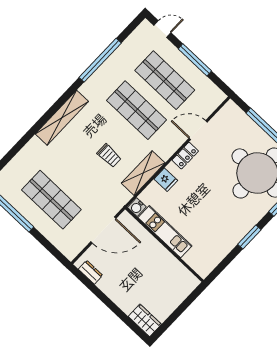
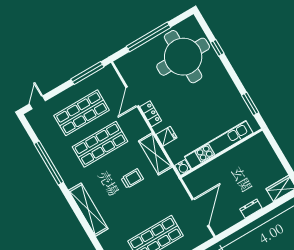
window: (195, 60) -> (87, 73), moved
door: (103, 230) -> (200, 212), moved
kitchen unit: (165, 232) -> (219, 145), width x1.36
window: (249, 237) -> (250, 104), moved
dresser: (91, 272) -> (251, 209), moved

